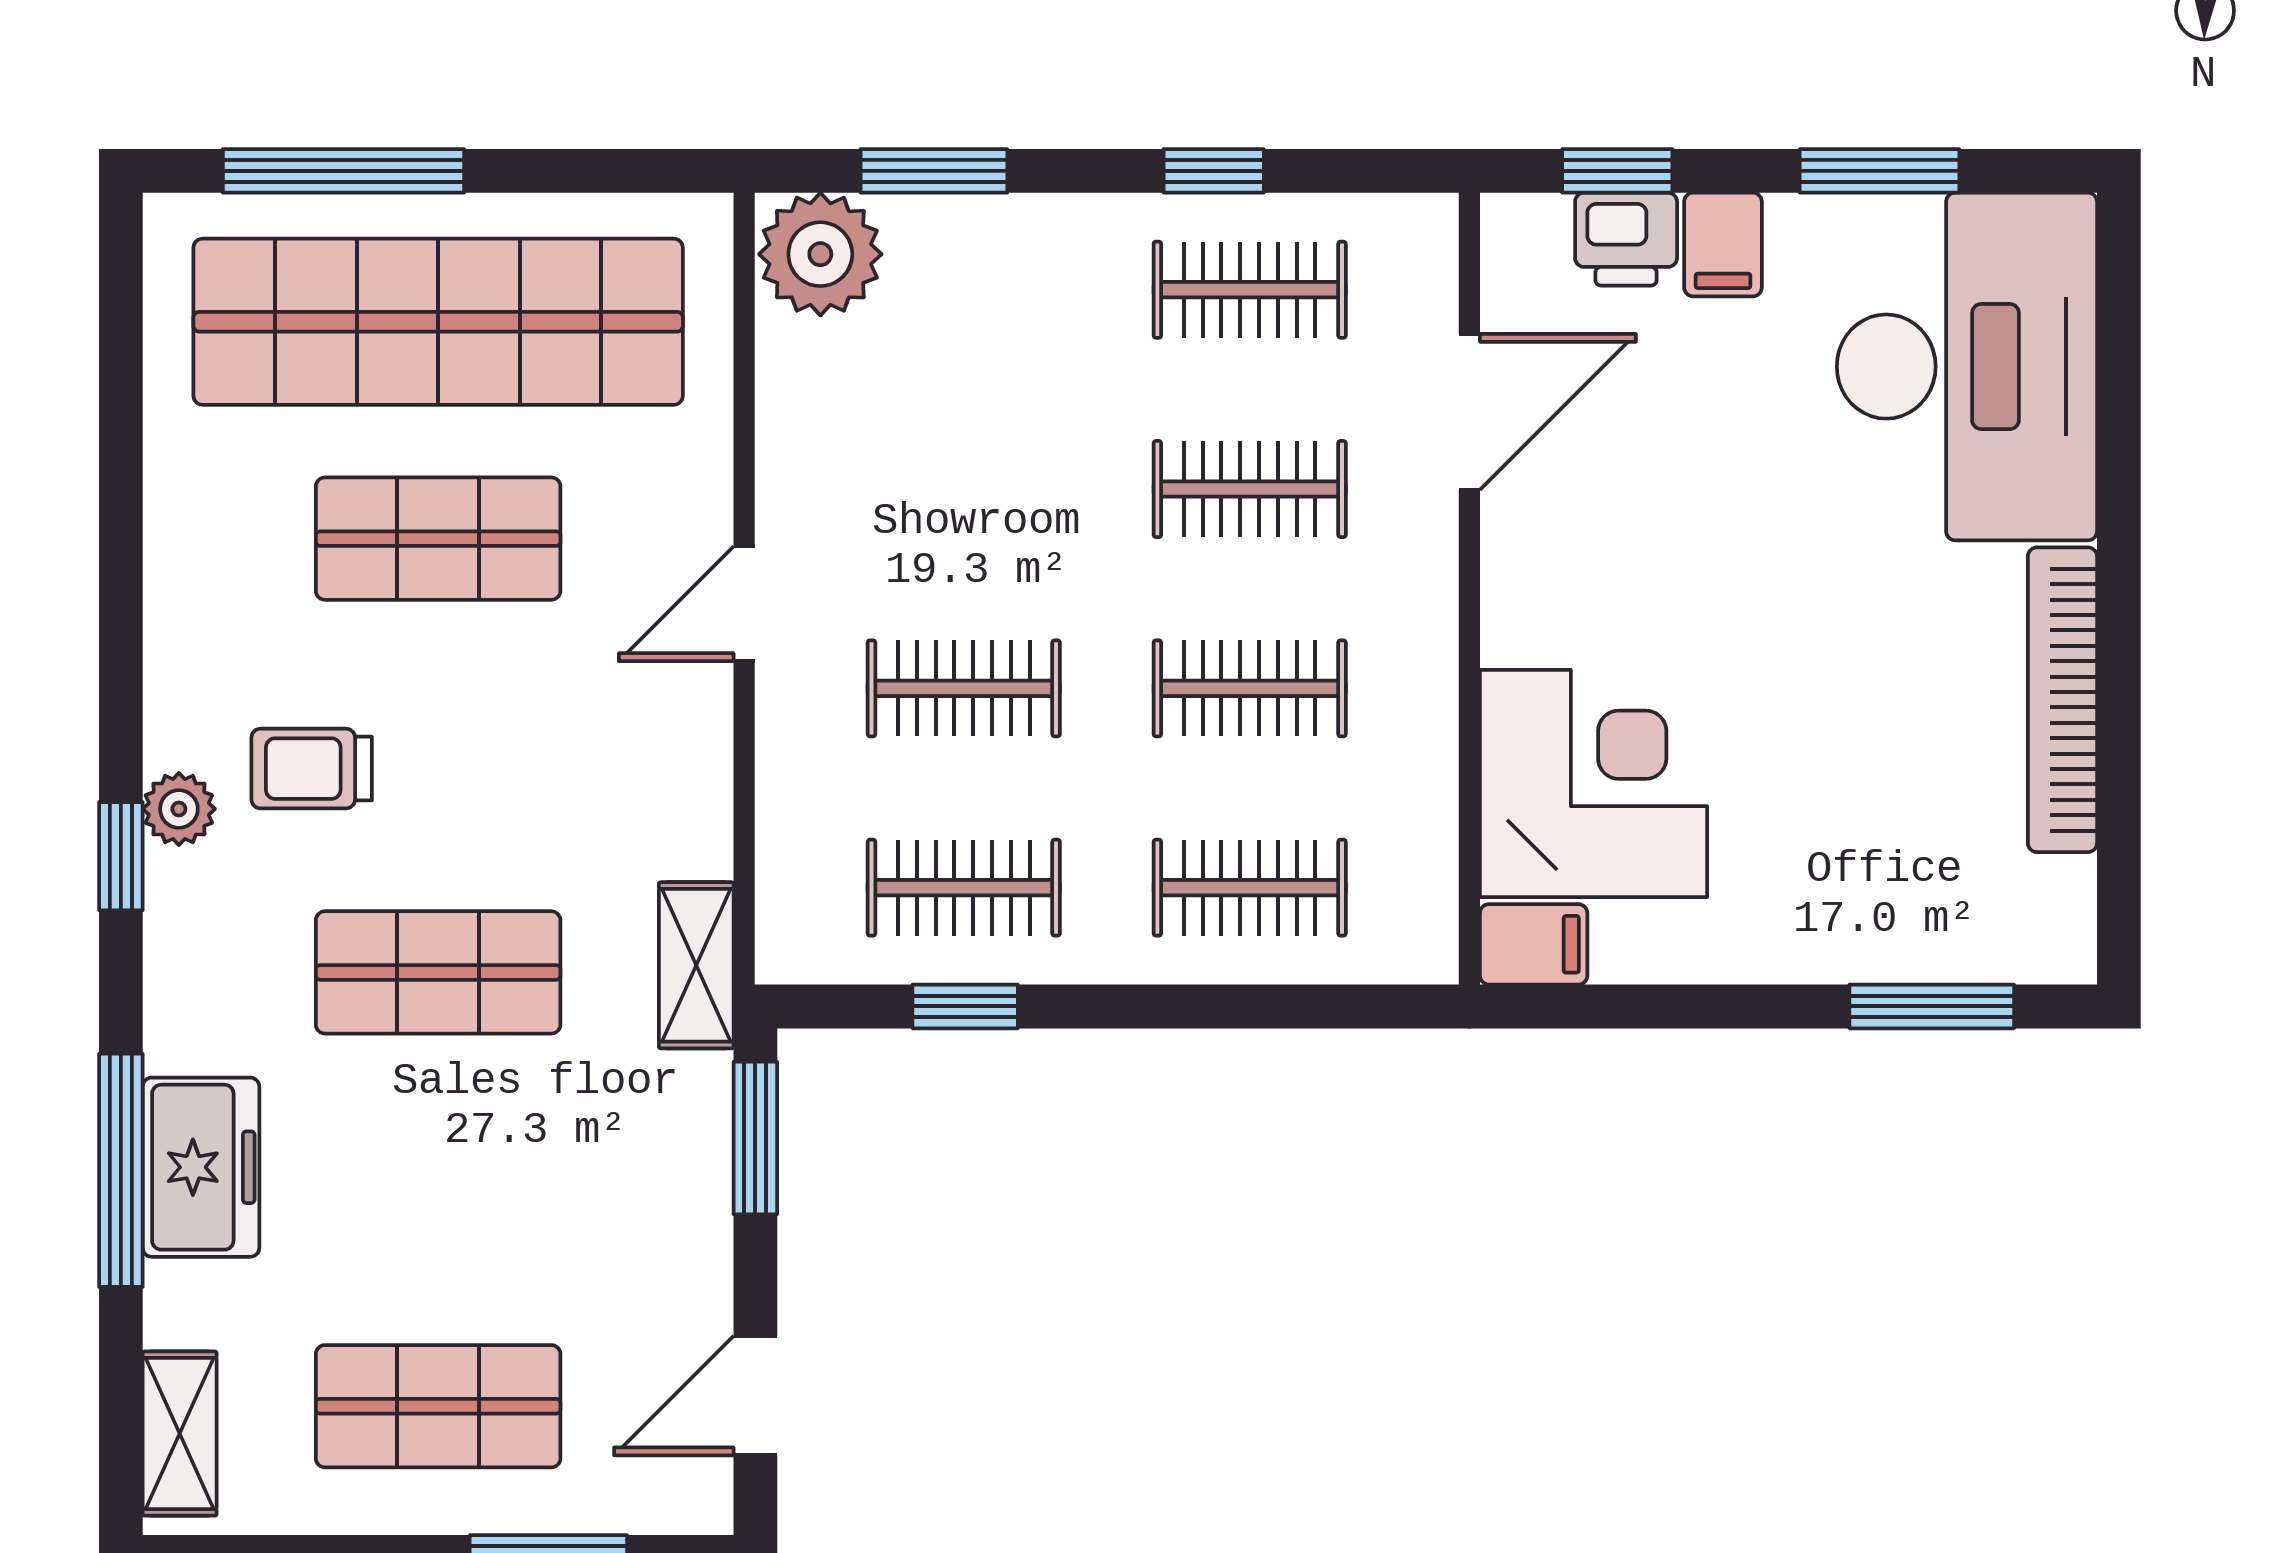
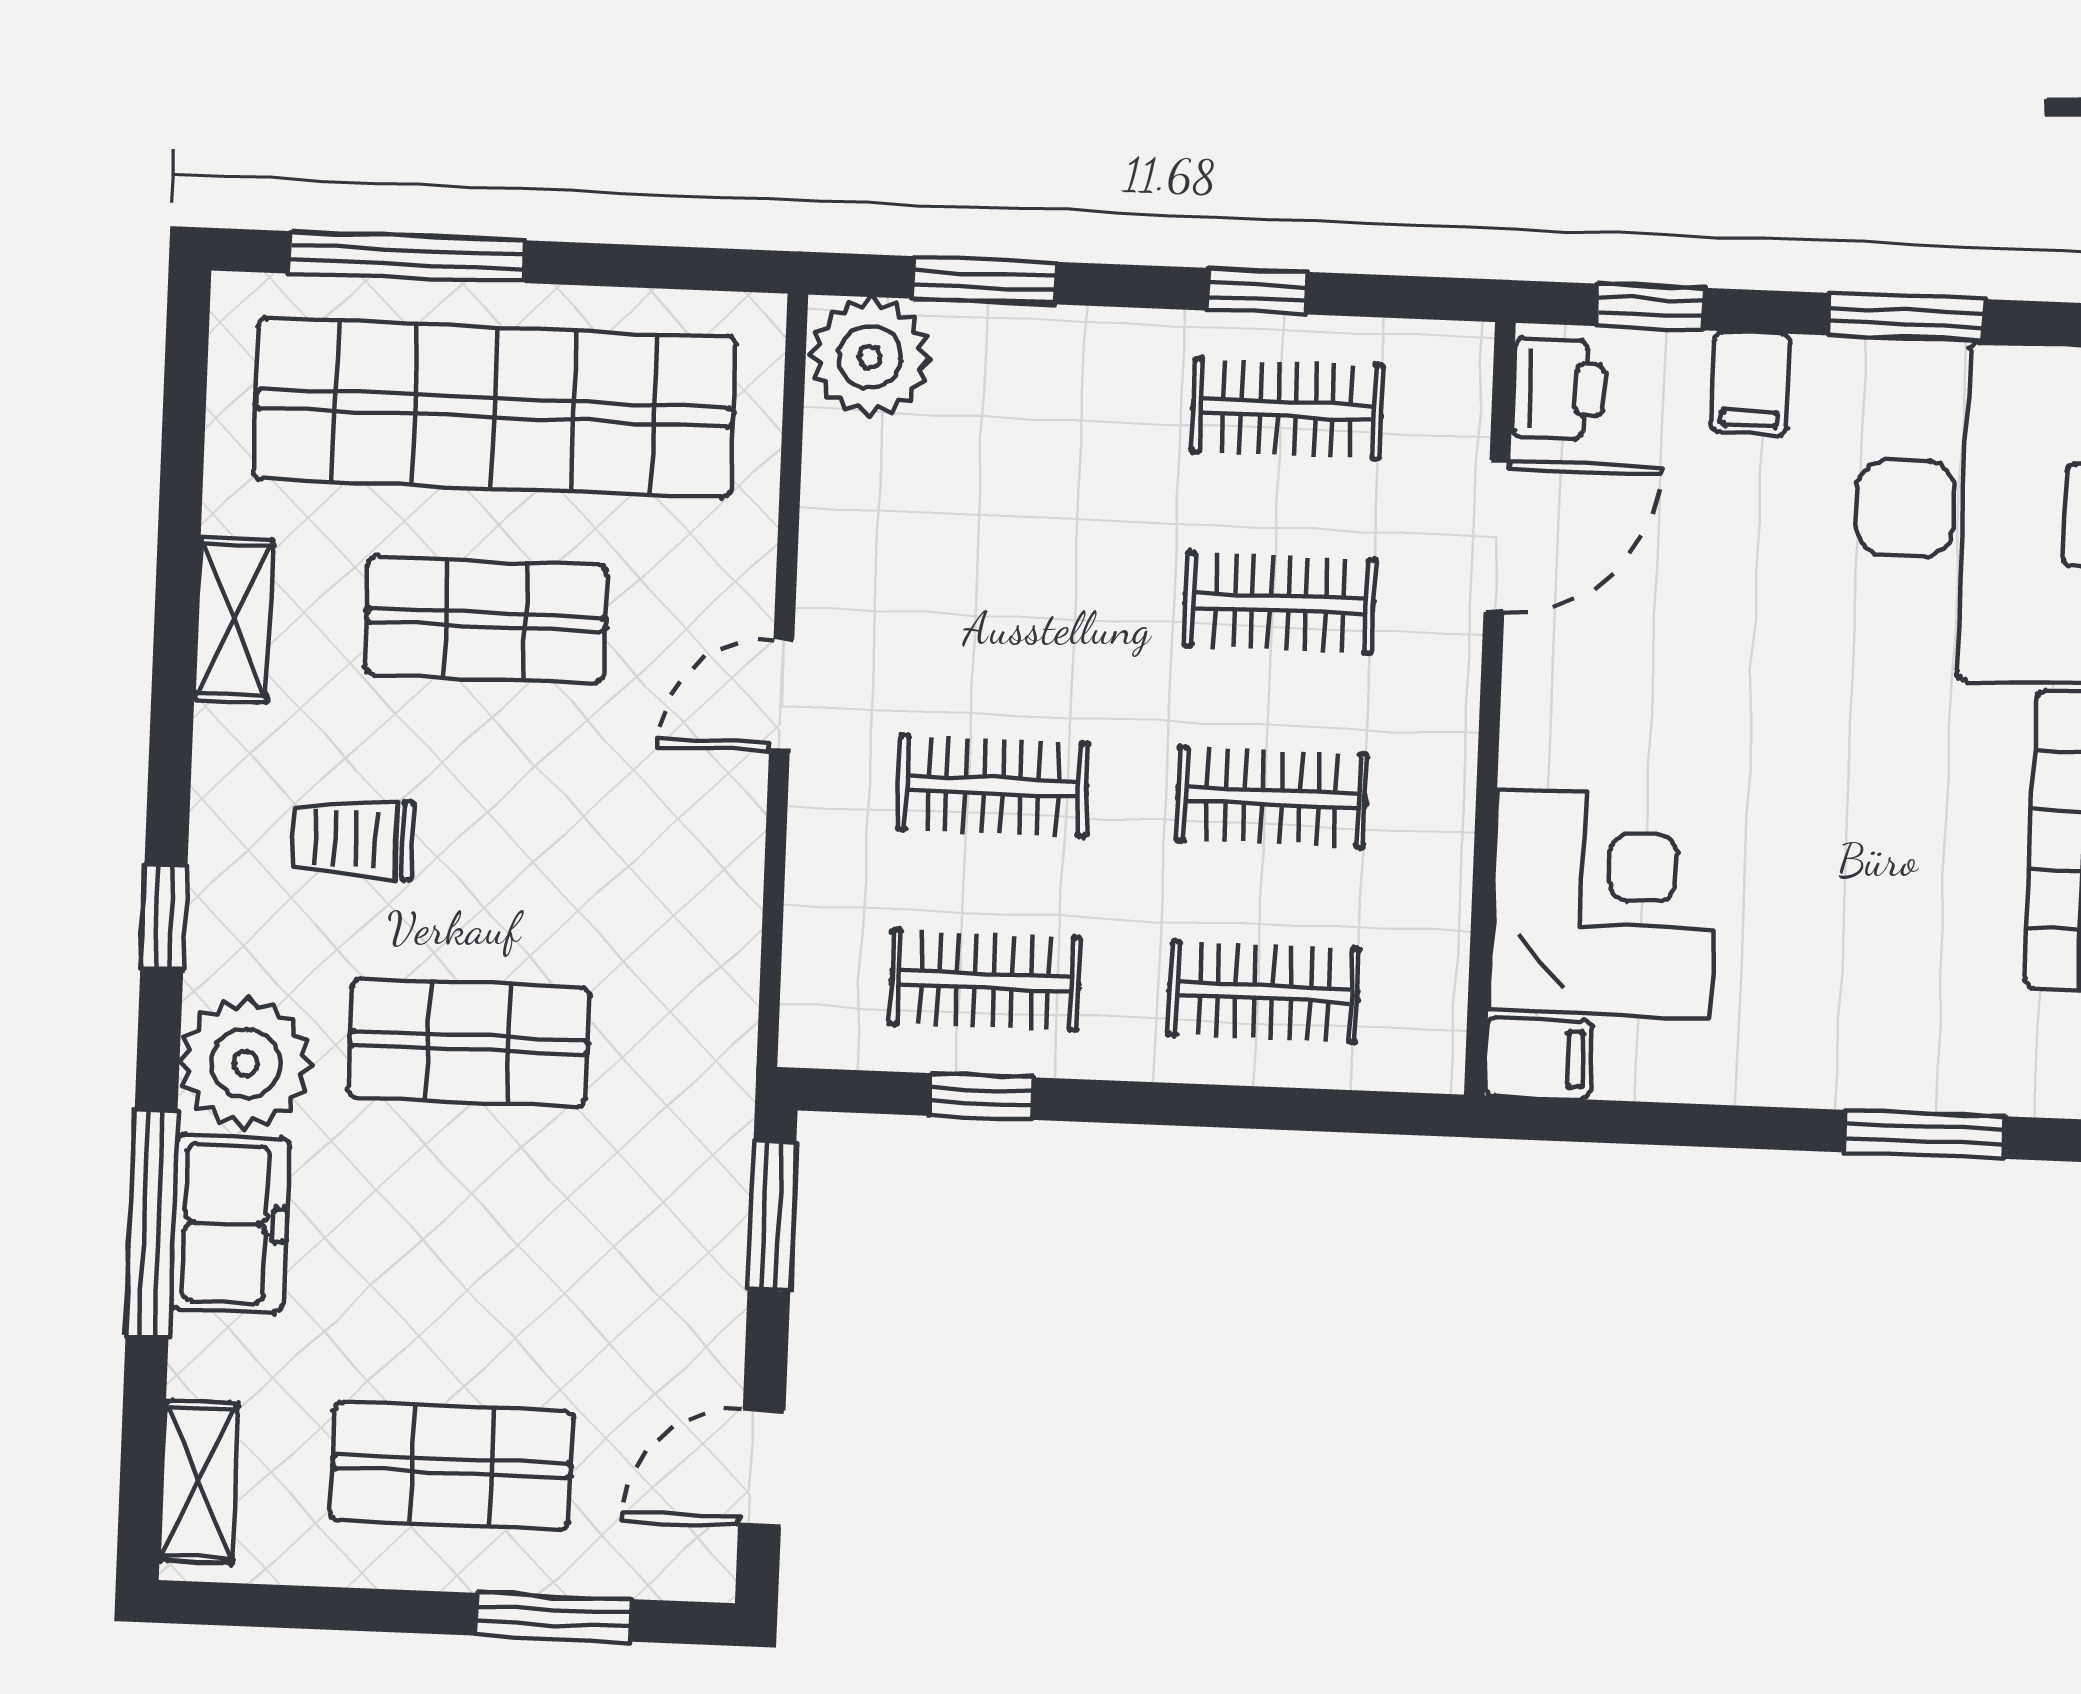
printer: (1626, 239) -> (1558, 389), moved, turned -90
plant: (179, 809) -> (246, 1063), moved, width x1.88, depth x1.88
shelving: (696, 965) -> (234, 620), moved

